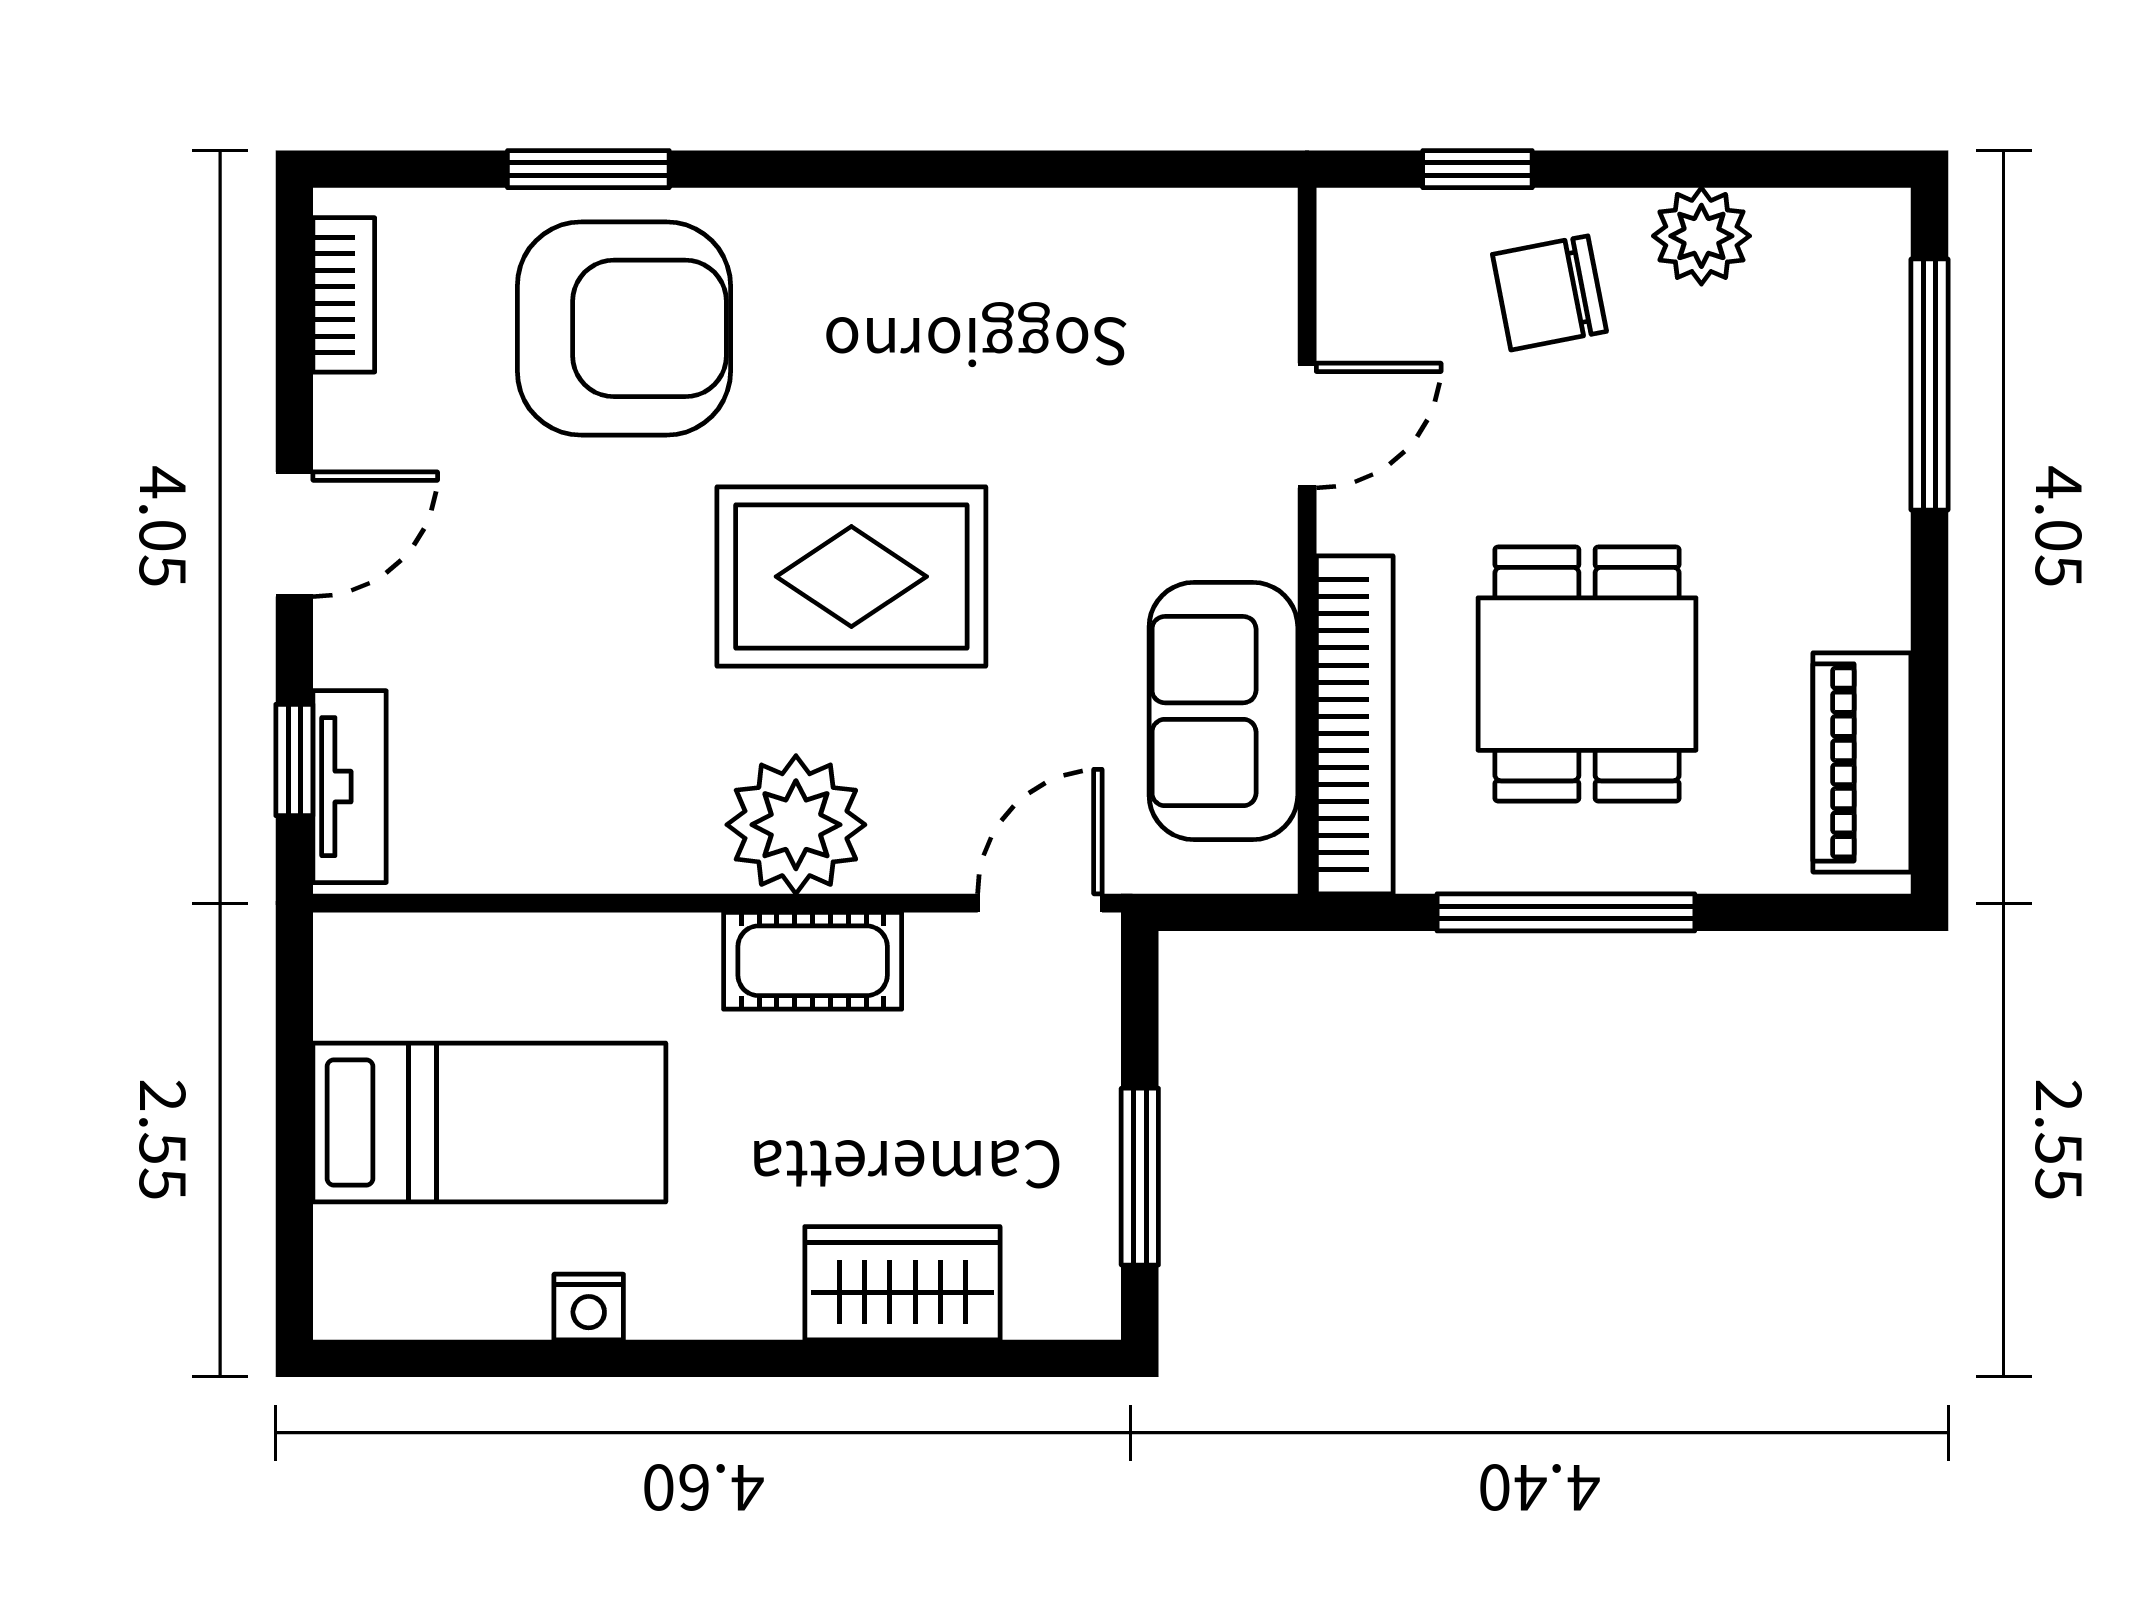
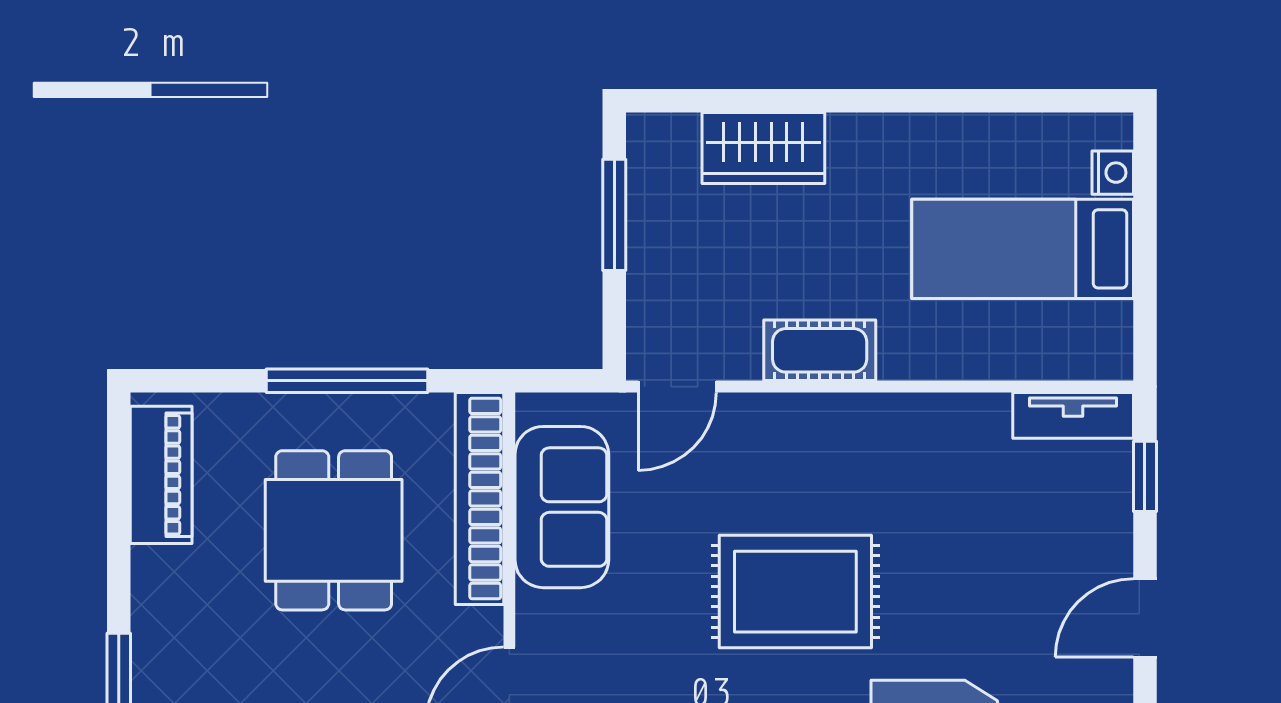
tv unit: (350, 787) -> (1073, 415), moved, turned -90
plant: (796, 825) -> (830, 436), removed
nightstand: (589, 1307) -> (1113, 173), moved, turned 90

